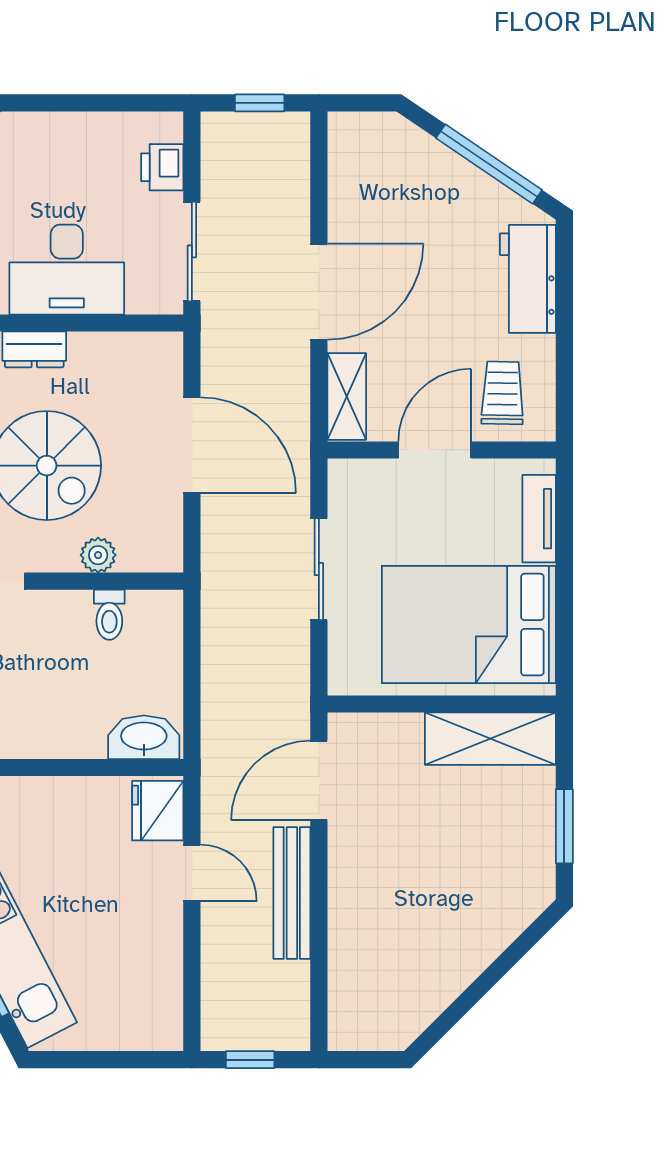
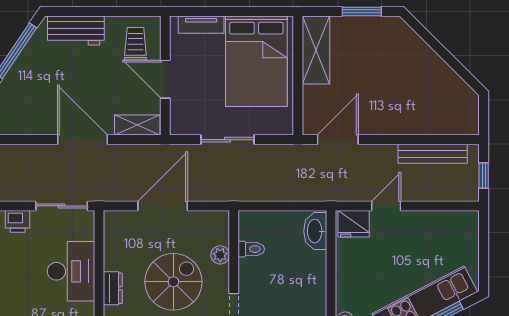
trolley: (502, 393) -> (135, 44), turned 89
door: (319, 780) -> (338, 140), swing flipped
bench: (292, 893) -> (433, 154), moved

